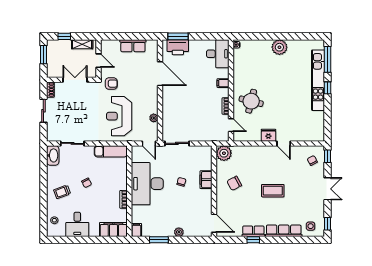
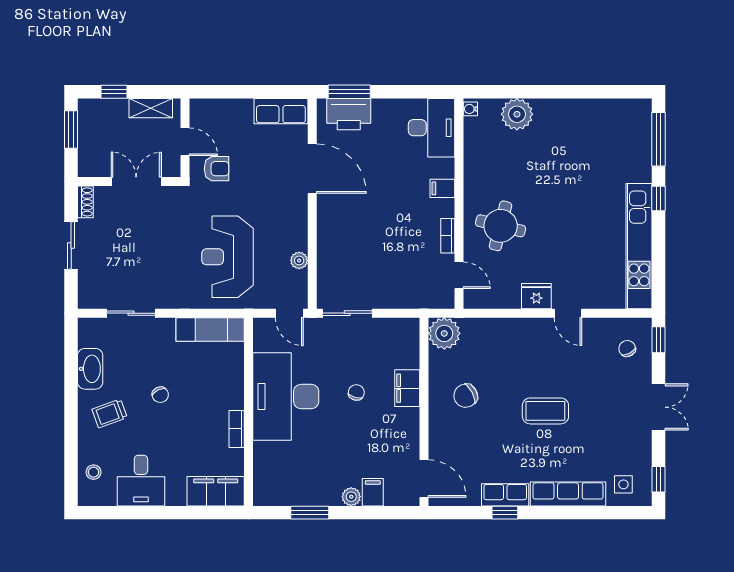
row of seats: (133, 46) -> (281, 111), moved
plant: (279, 47) -> (517, 114), moved
kitchen unit: (318, 80) -> (639, 246), moved
armchair: (111, 84) -> (217, 169), moved
washbasin: (53, 155) -> (90, 369), moved
filing cabinet: (136, 230) -> (373, 492), moved

